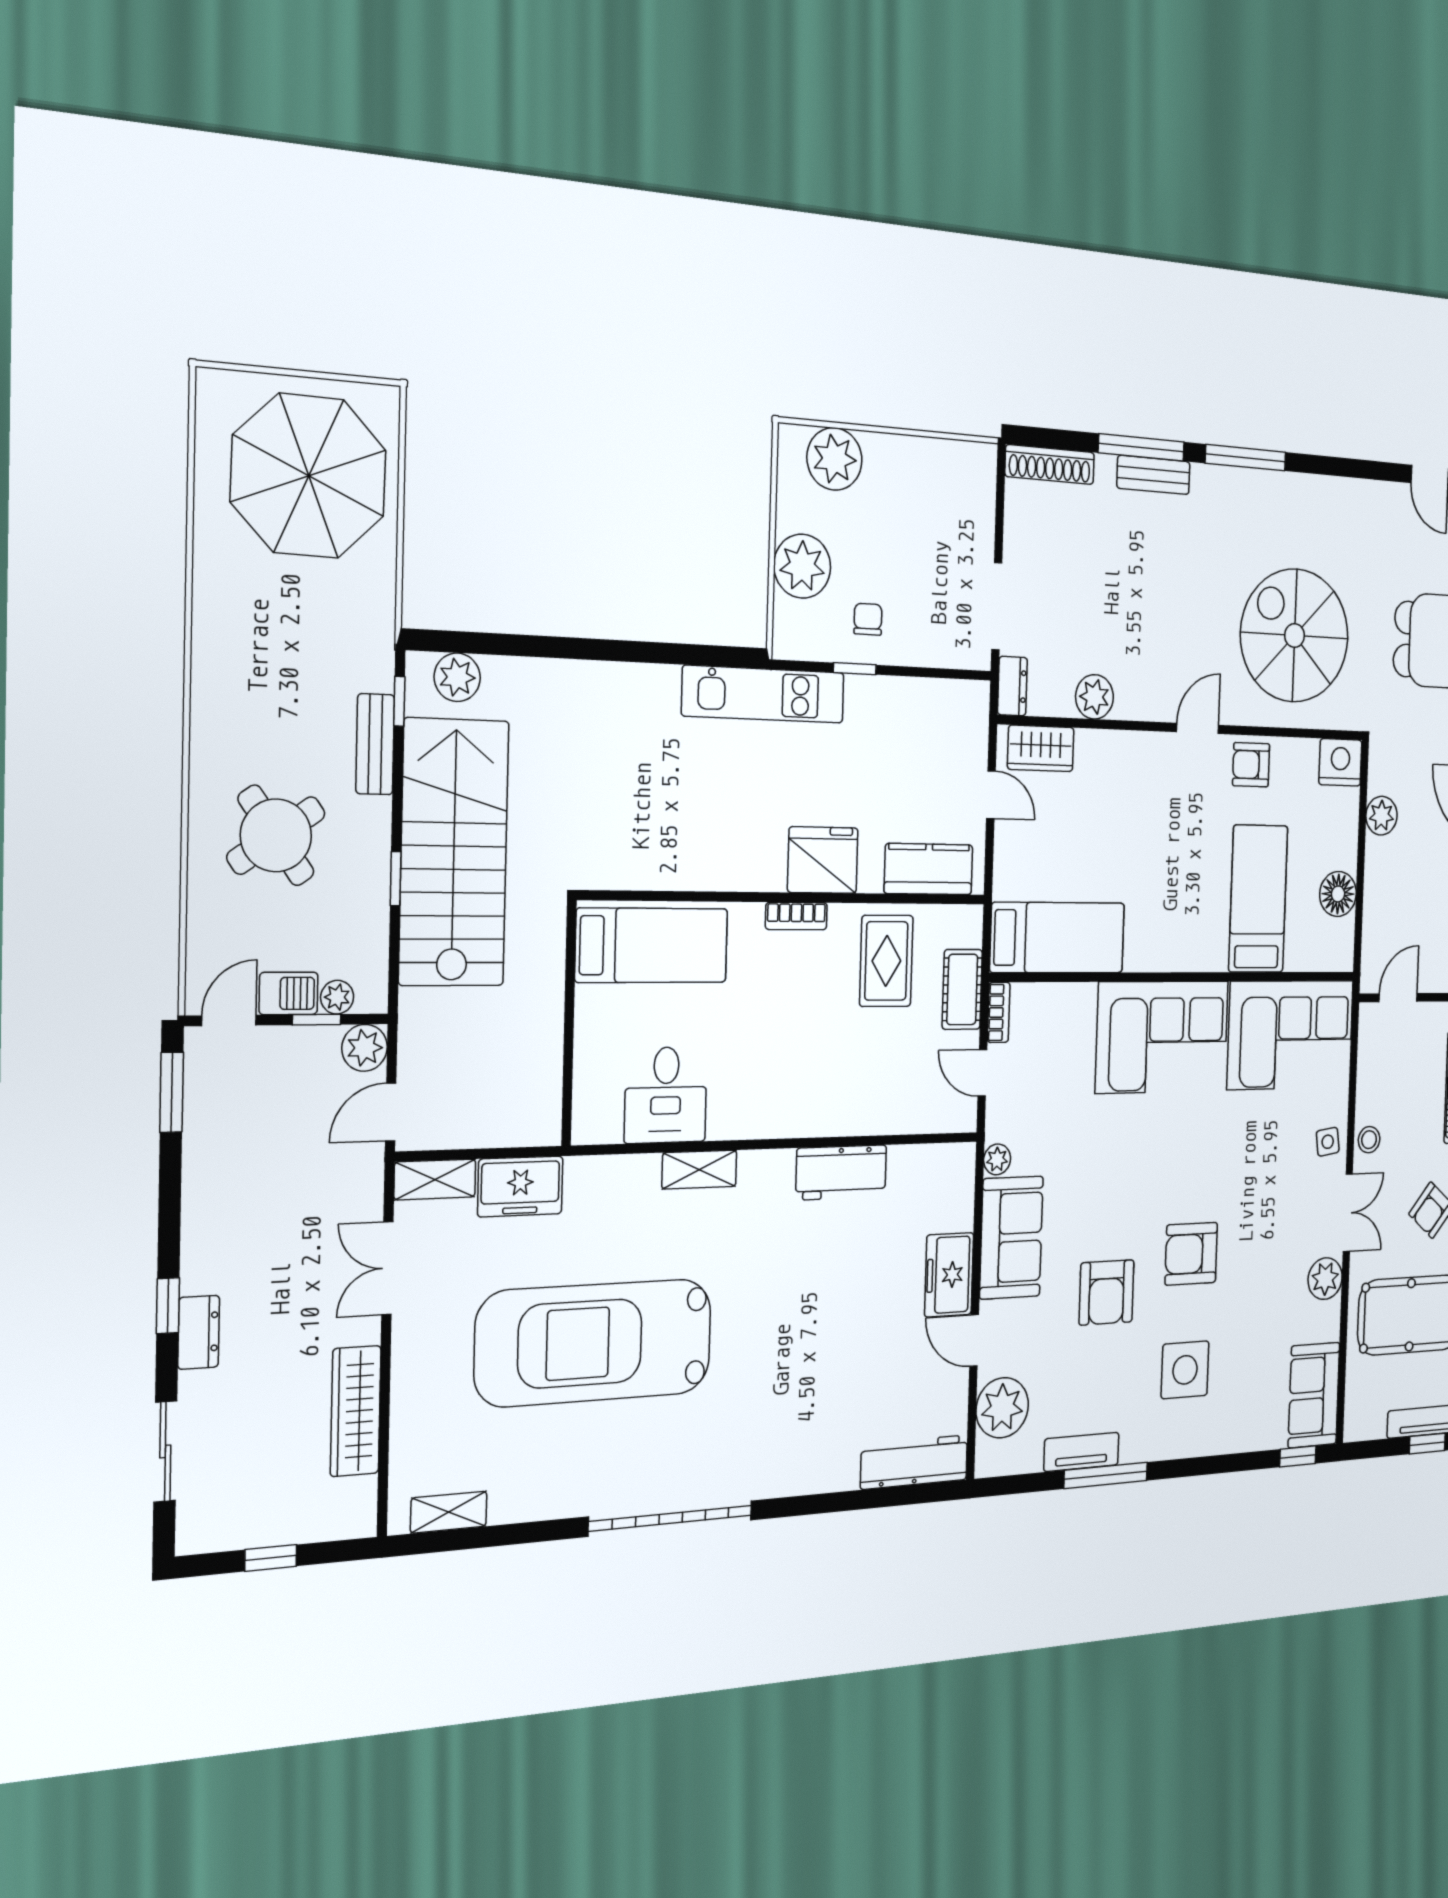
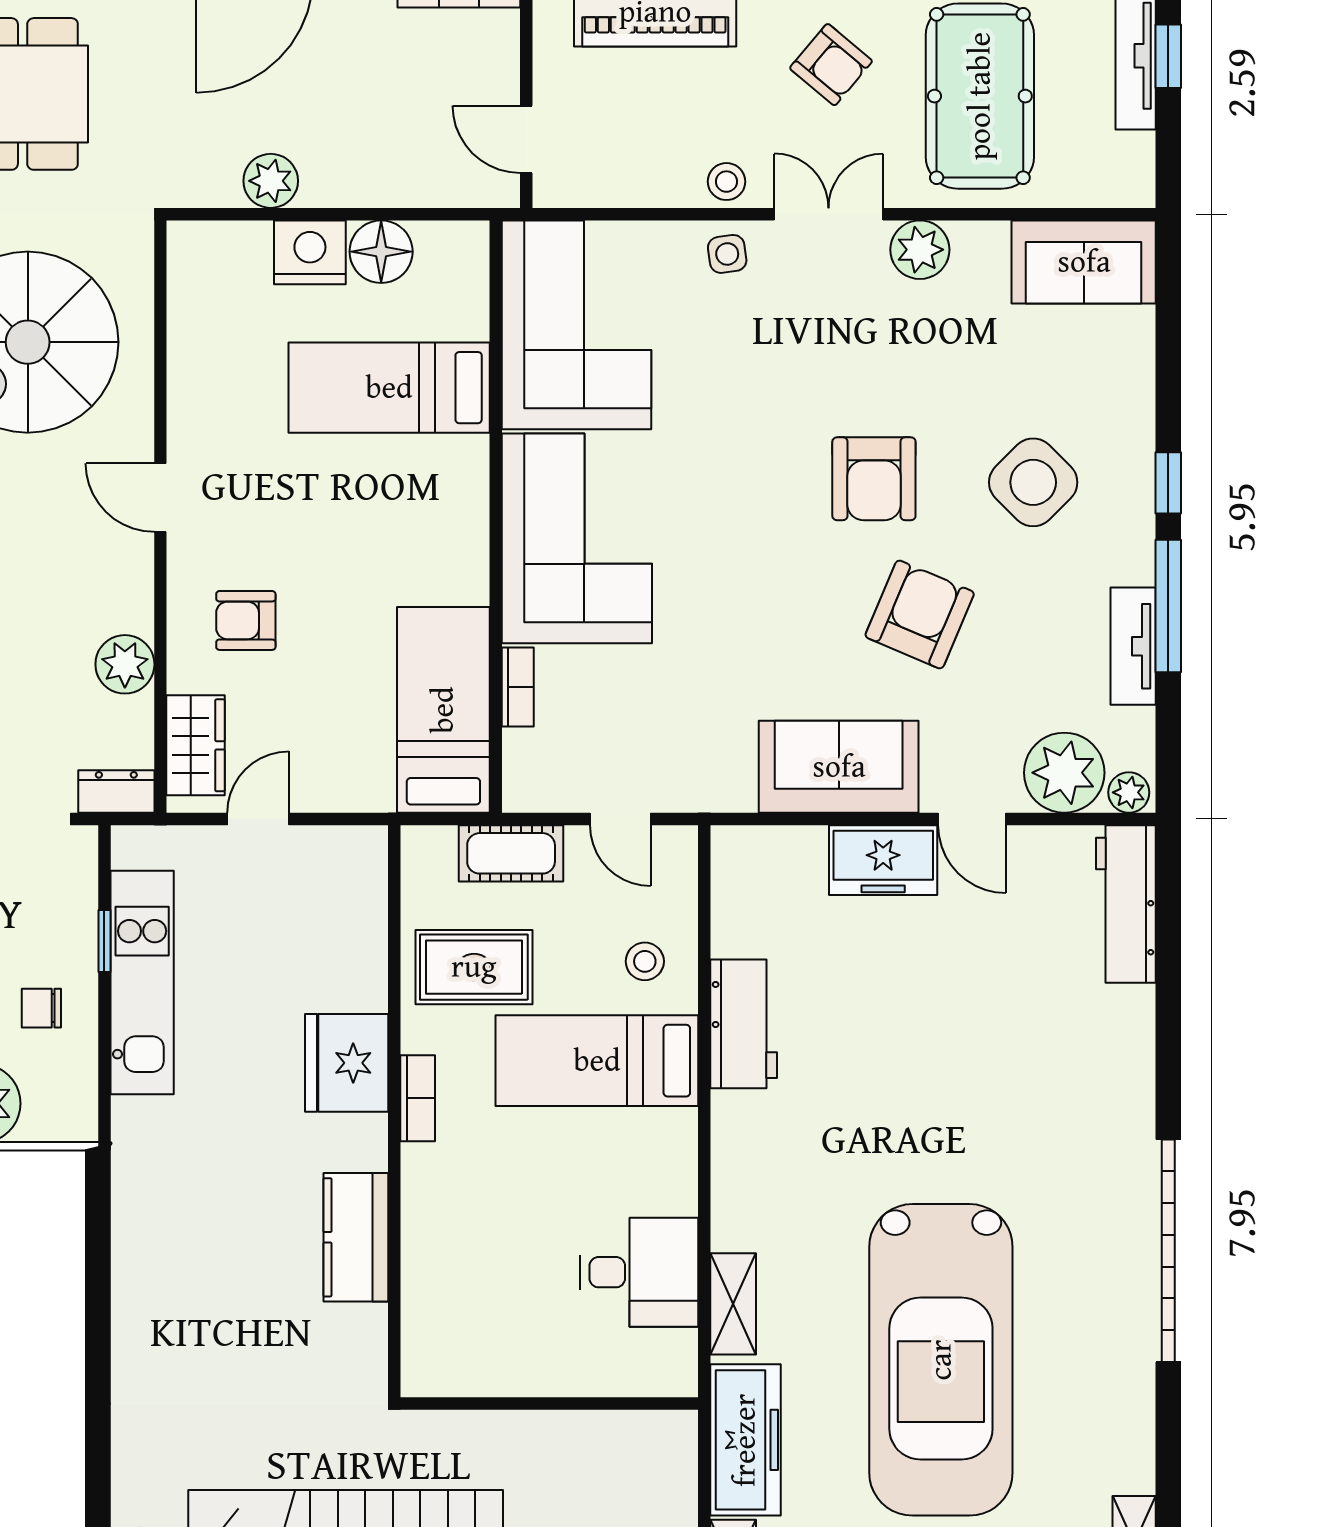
window: (855, 669) -> (104, 941), moved
kitchen unit: (764, 694) -> (142, 983), moved
nightstand: (1340, 762) -> (310, 252), moved, turned 90
armchair: (1251, 765) -> (246, 620), moved, turned 90
kitchen counter: (929, 869) -> (356, 1237), moved
bed: (652, 945) -> (597, 1061), moved, turned -90
bookcase: (999, 1012) -> (518, 687), moved, turned 90
door: (982, 1073) -> (620, 819), hinge flipped
stool: (886, 1094) -> (645, 961), added
plant: (997, 1159) -> (1129, 792), moved
shelving: (699, 1170) -> (733, 1304), moved
freezer: (520, 1186) -> (745, 1440), width x1.40
armchair: (1107, 1292) -> (920, 614), turned -67
door: (974, 1340) -> (972, 819), hinge flipped
side table: (1185, 1370) -> (1033, 482), turned 45
window: (1298, 1456) -> (1168, 483), moved

